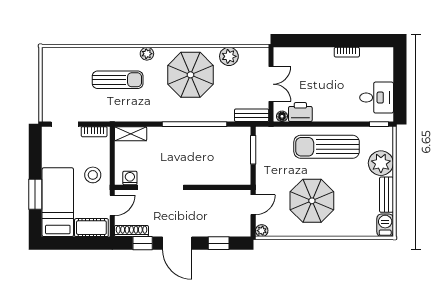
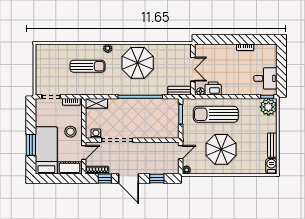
plant: (229, 56) -> (164, 50), removed
sun lounger: (327, 147) -> (216, 114), moved
plant: (381, 163) -> (268, 107), moved

